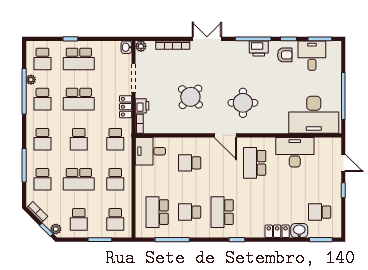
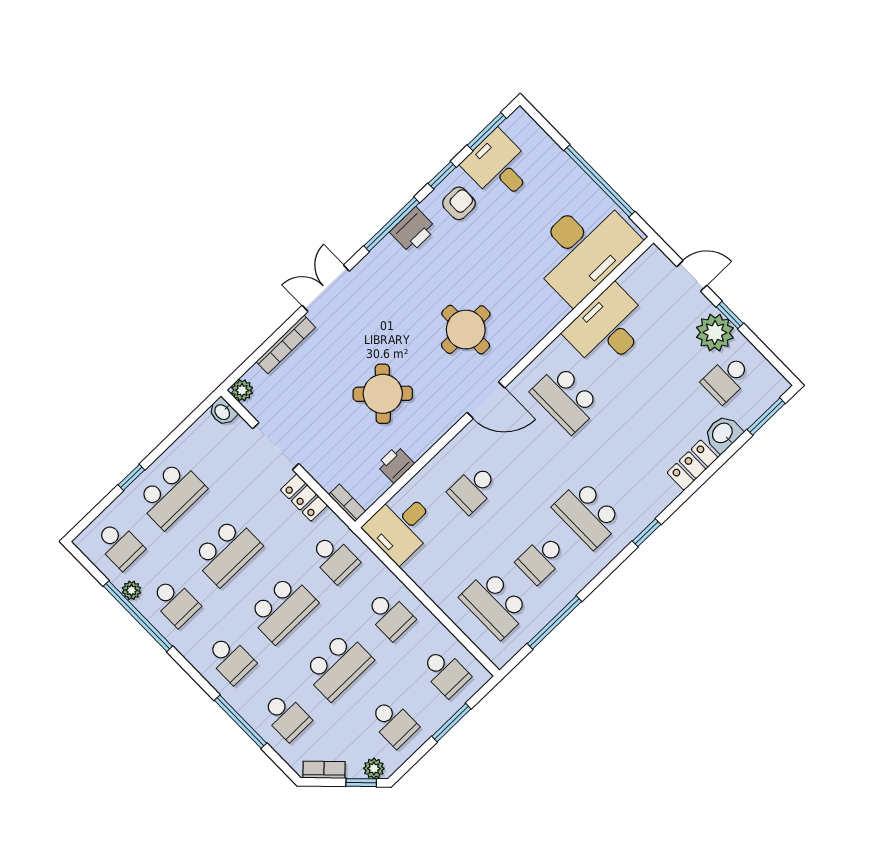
printer: (142, 106) -> (395, 464), moved, turned -90
school desk: (79, 139) -> (282, 609), width x1.85
plant: (332, 191) -> (715, 333), added

